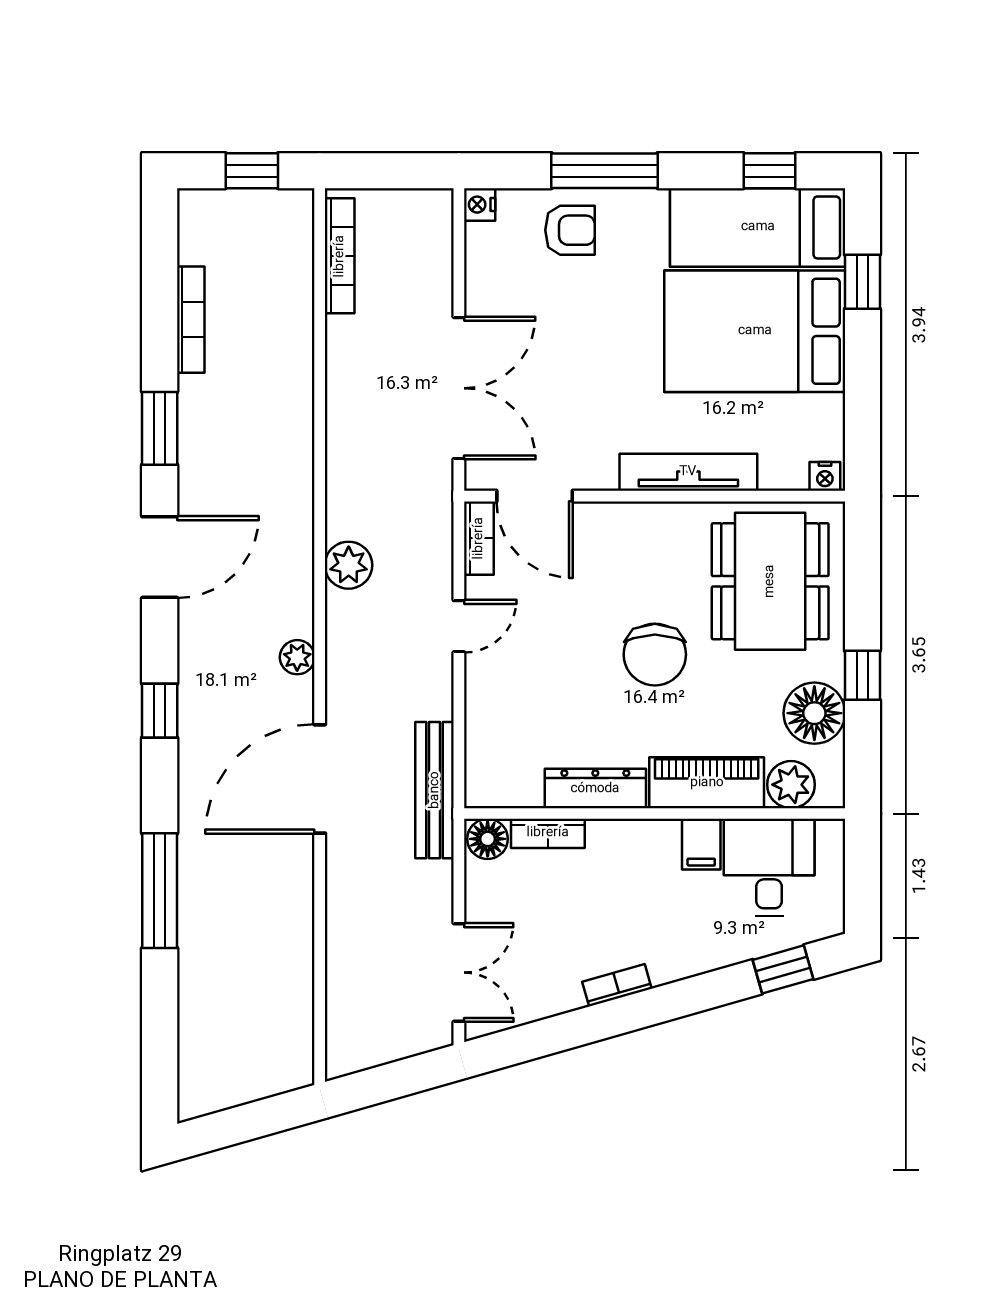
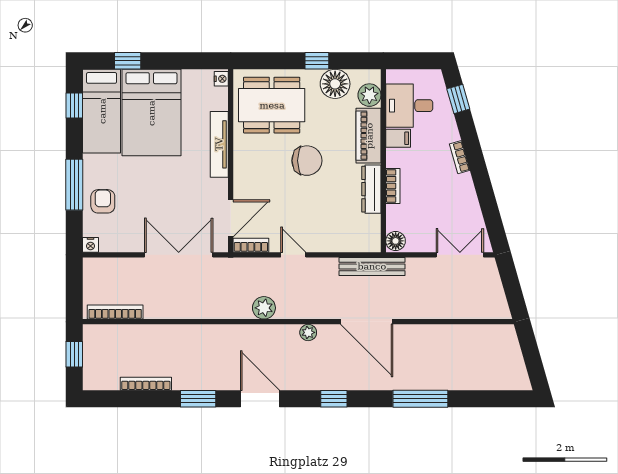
bookcase: (548, 833) -> (393, 186), moved
bookcase: (617, 985) -> (460, 157), moved

